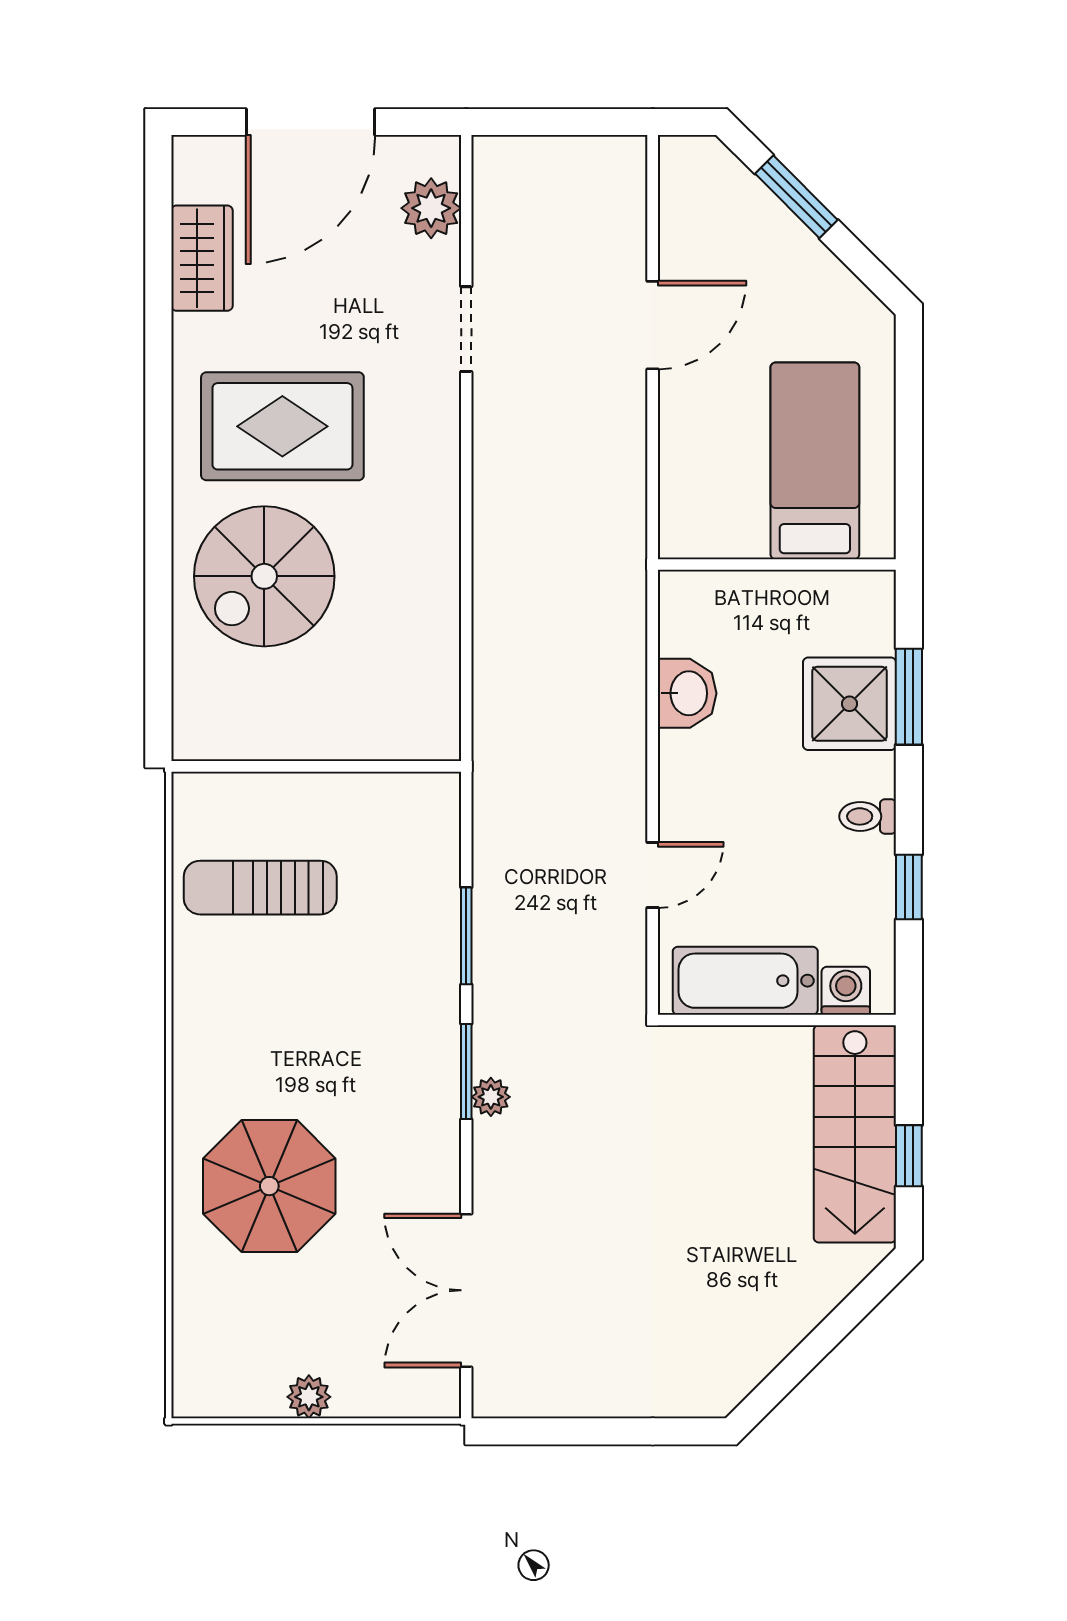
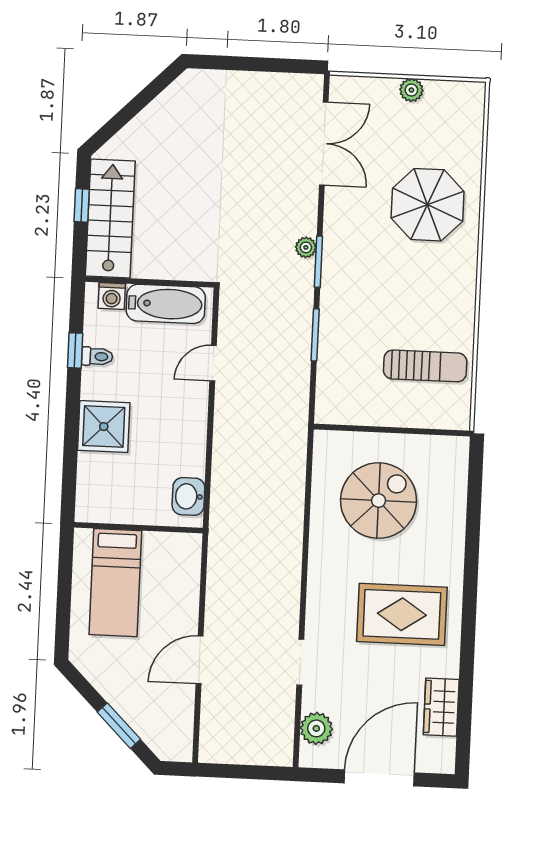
spiral stairs: (264, 576) -> (379, 501), moved
washbasin: (687, 693) -> (188, 496), moved
window: (909, 697) -> (70, 453), removed
shower: (849, 704) -> (104, 427), moved
toilet: (868, 816) -> (97, 356), moved

